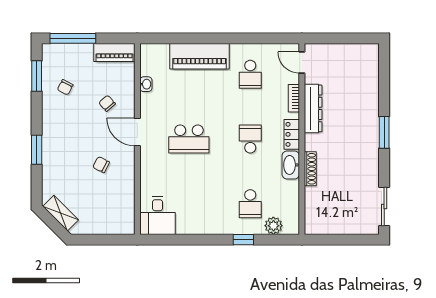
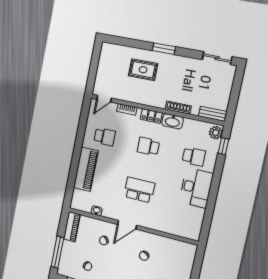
dresser: (313, 108) -> (137, 97), removed
rug: (351, 110) -> (143, 70), added
school desk: (189, 139) -> (139, 190), turned -90
desk: (157, 216) -> (196, 188), moved, width x1.37
bench: (311, 216) -> (213, 114), added
plant: (273, 226) -> (216, 133), moved
window: (243, 240) -> (223, 146), moved

